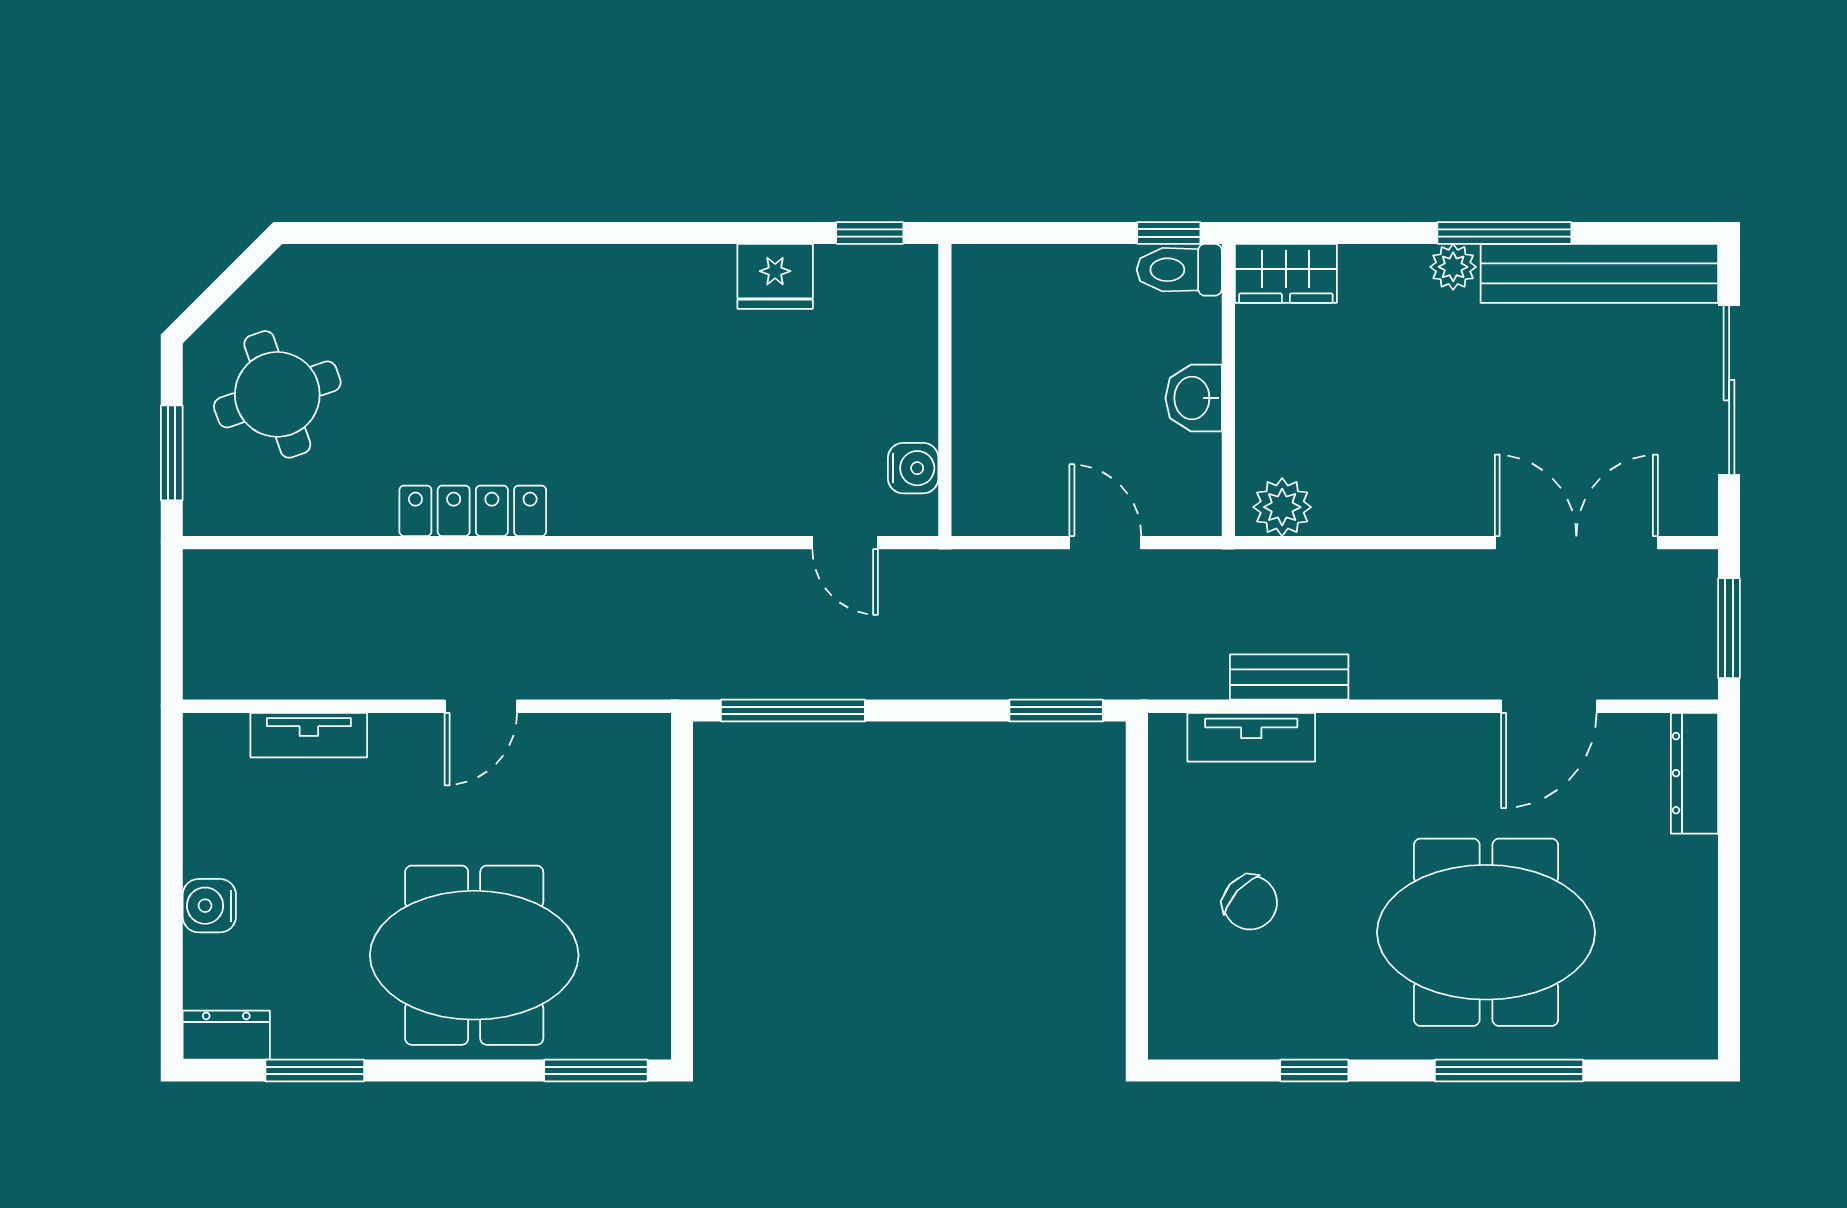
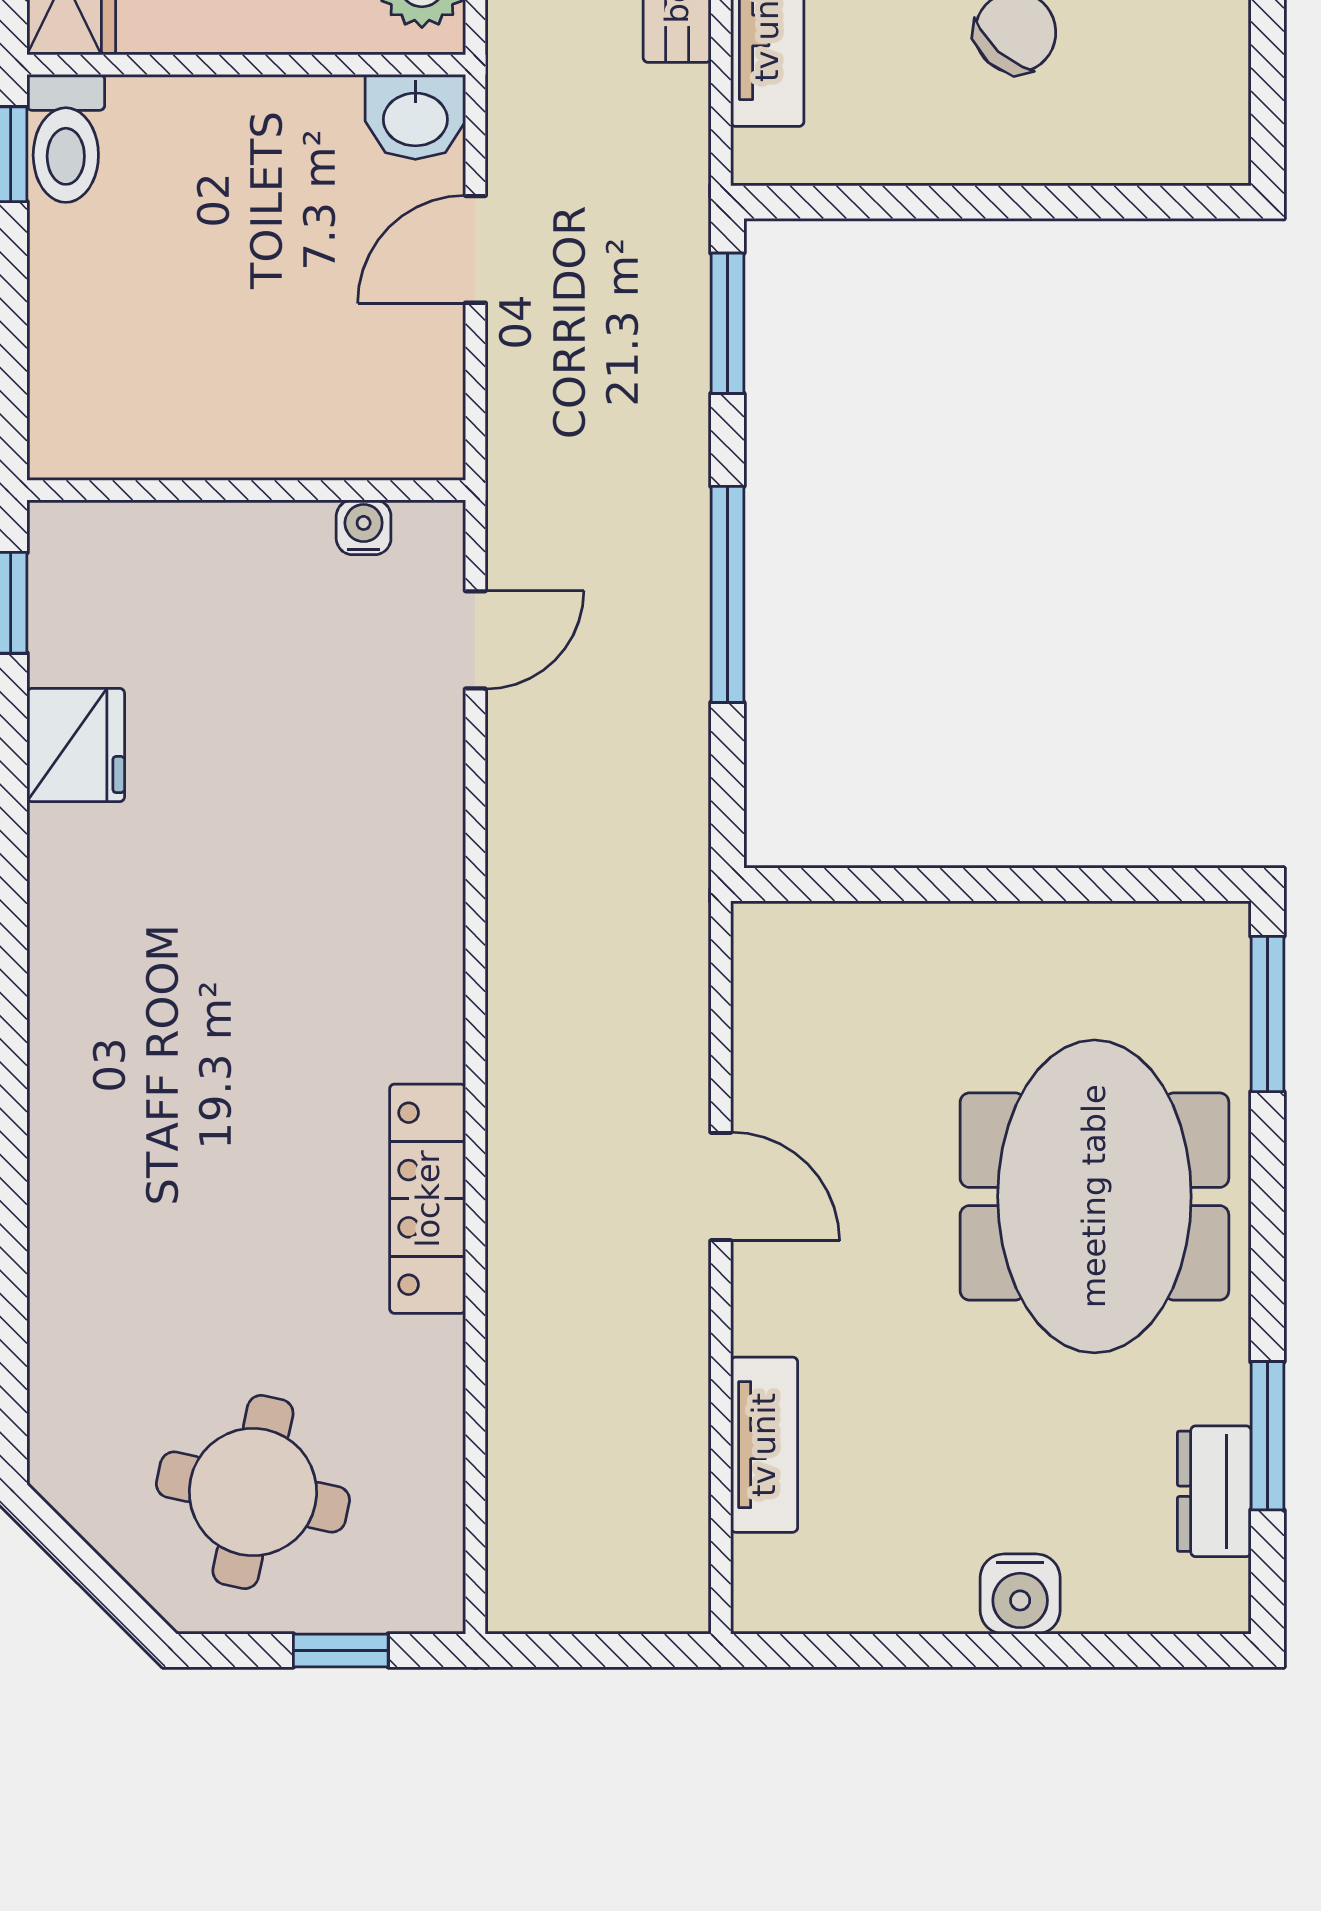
round table: (277, 394) -> (253, 1492), turned 31
washbasin: (1194, 398) -> (415, 117), moved
window: (172, 453) -> (341, 1650), width x0.67
water cooler: (913, 468) -> (364, 527), width x0.72, depth x0.72
window: (793, 711) -> (727, 594), moved
dresser: (226, 1035) -> (1214, 1491), moved

